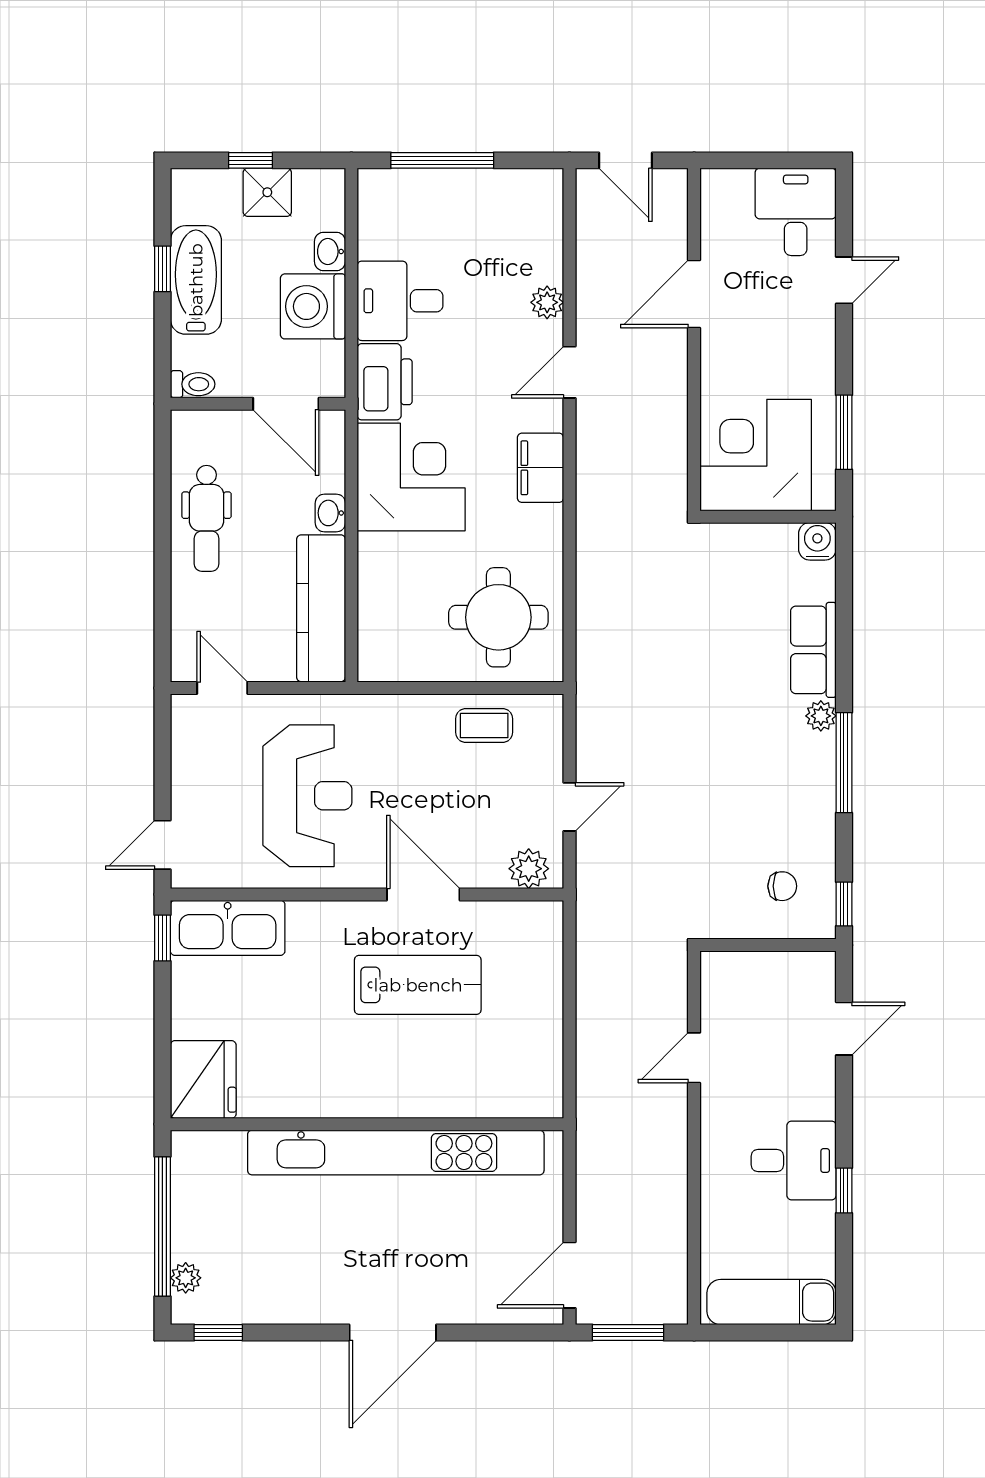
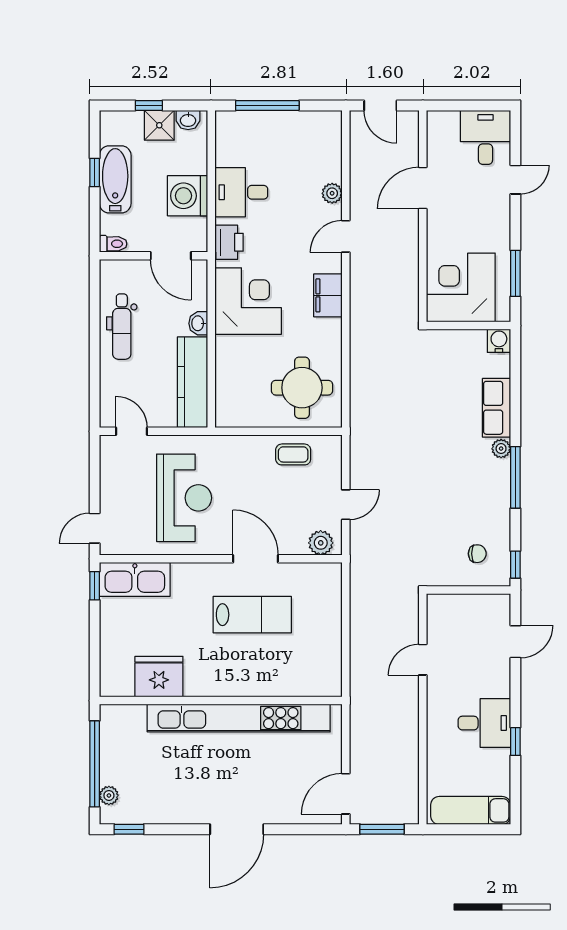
washbasin: (330, 252) -> (188, 120), moved, turned -90
printer: (385, 382) -> (229, 242), width x0.73, depth x0.84
fridge: (203, 1079) -> (159, 677), moved, turned -90

